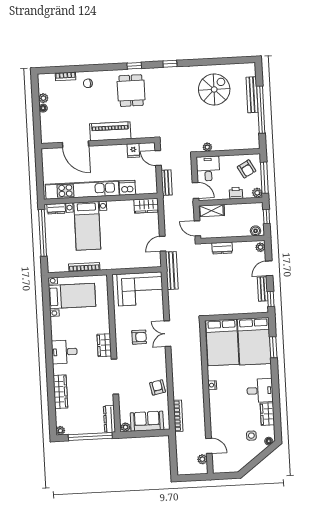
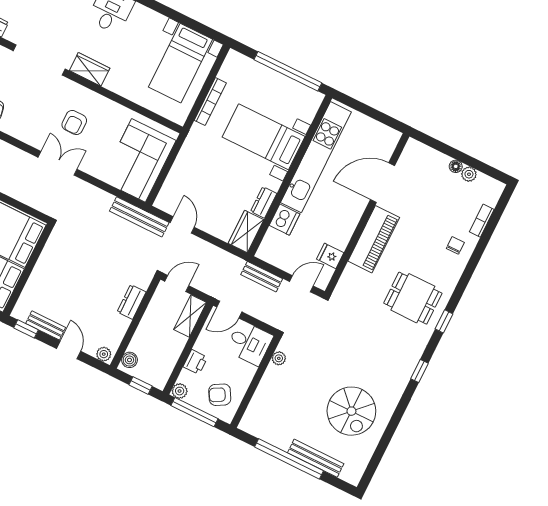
dresser: (56, 209) -> (264, 202), moved

